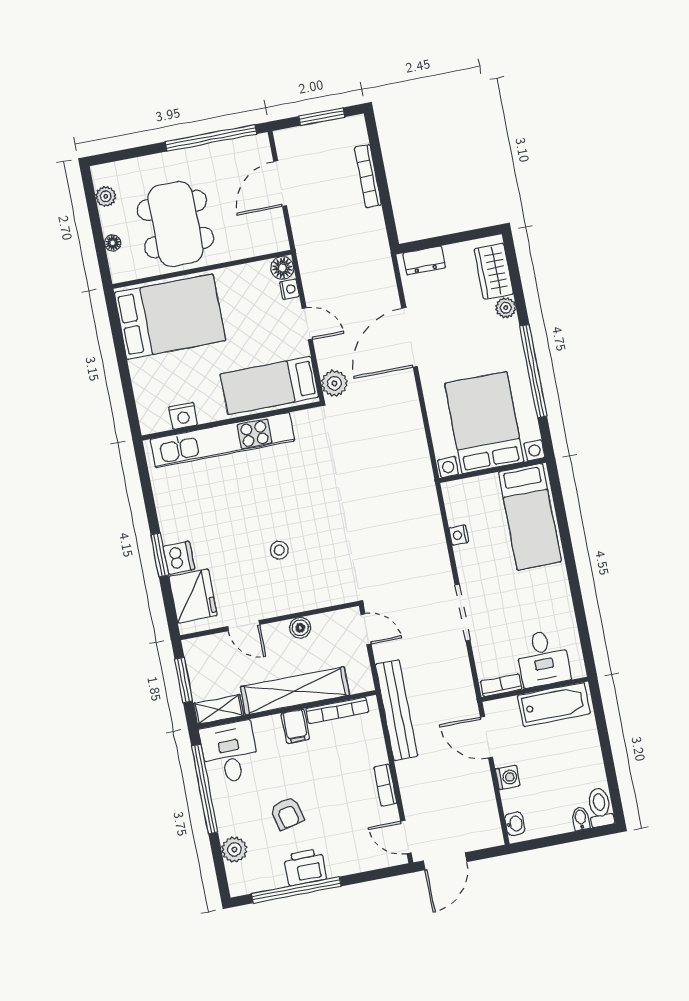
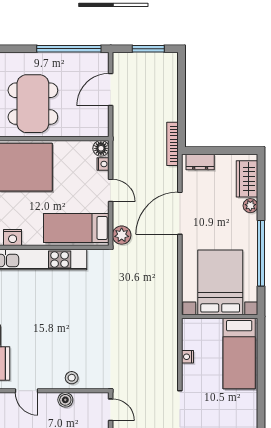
bookcase: (368, 176) -> (173, 144), moved
stool: (279, 550) -> (72, 378), moved

